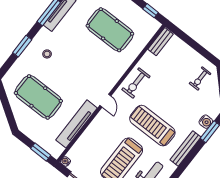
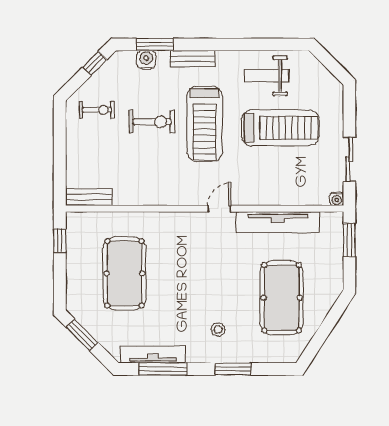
exercise bike: (136, 83) -> (152, 122), moved
bench: (186, 148) -> (193, 59), width x0.73

